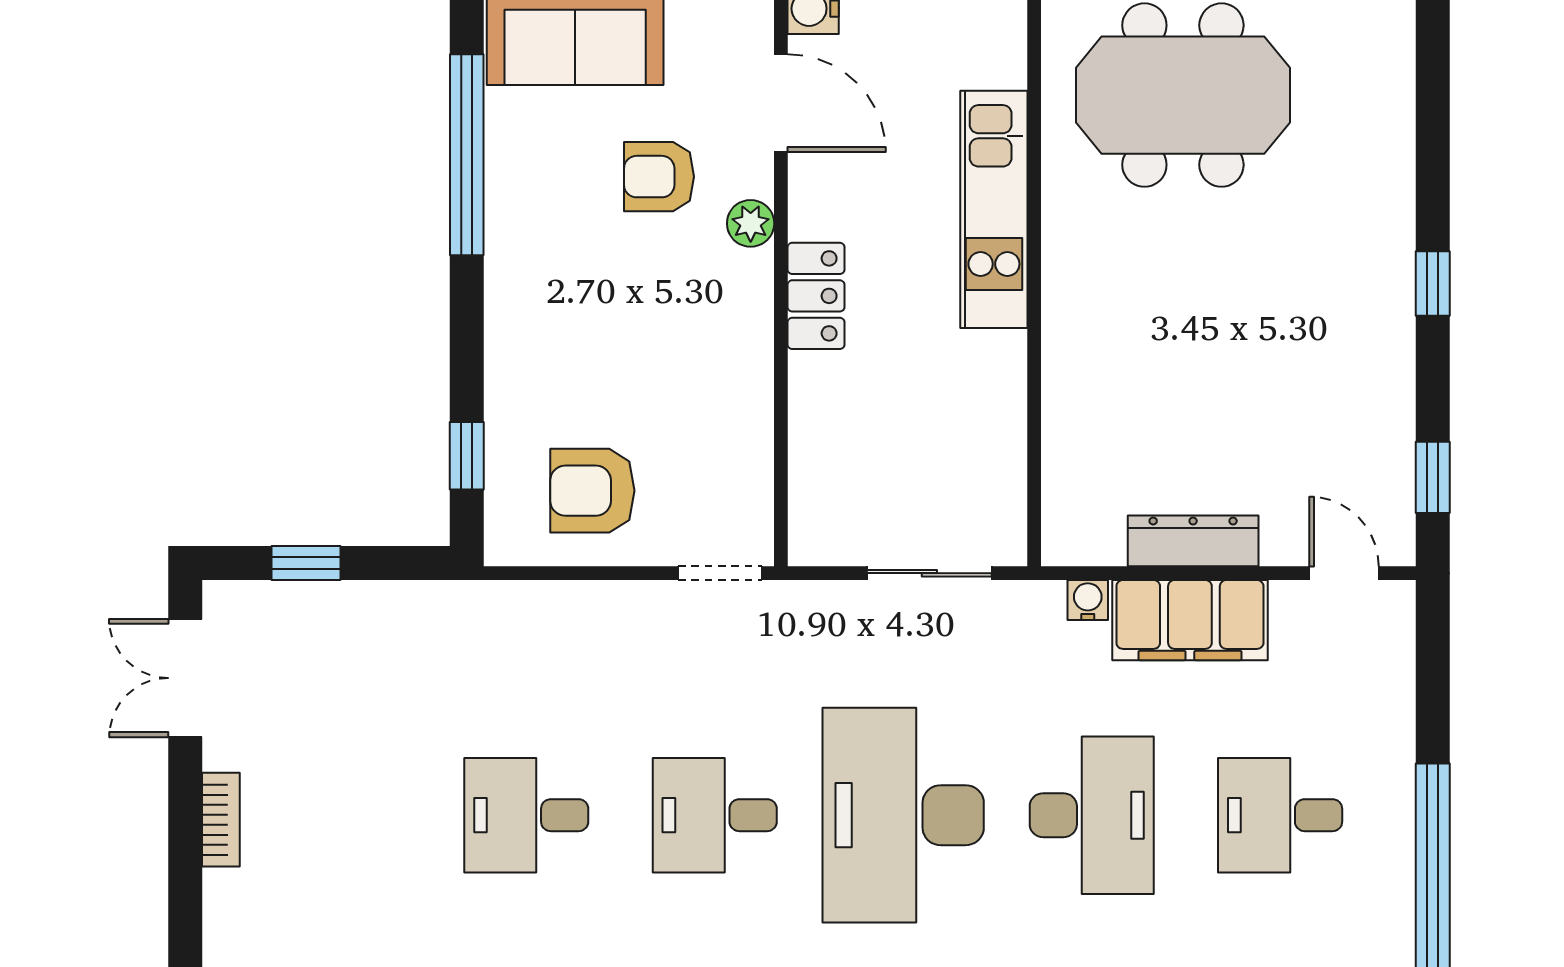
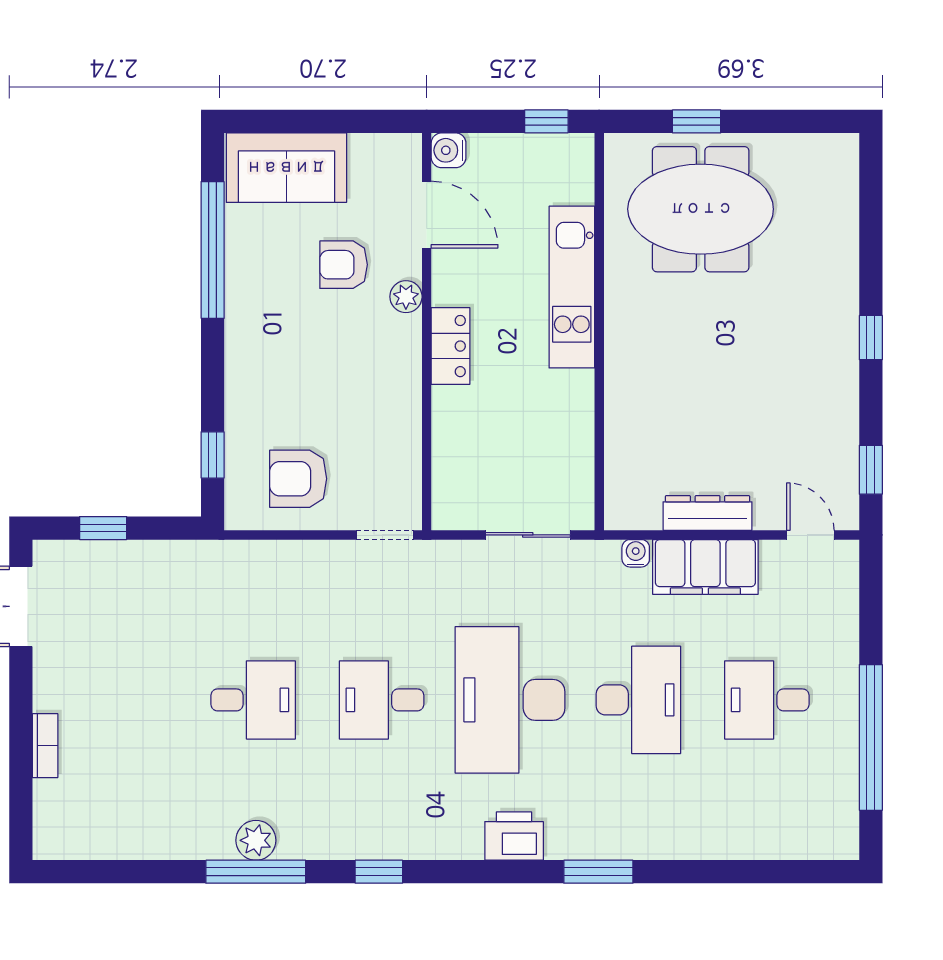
desk: (526, 815) -> (253, 700), turned 180
bookcase: (221, 820) -> (45, 746), moved

